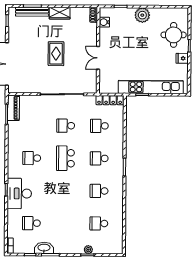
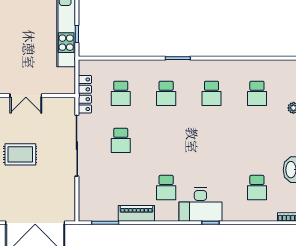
locker: (110, 100) -> (85, 94), moved
piano: (13, 108) -> (136, 213), moved
school desk: (65, 158) -> (166, 140), removed
desk: (19, 194) -> (200, 205), moved

